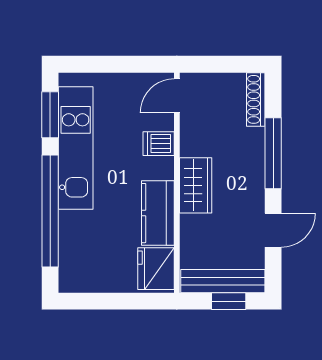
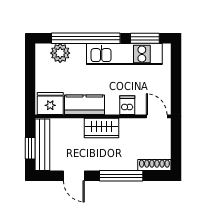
plant: (74, 252) -> (60, 53), added

